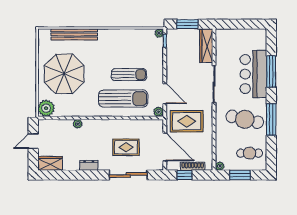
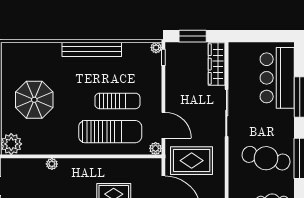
bench: (74, 34) -> (92, 49), moved
parasol: (64, 74) -> (34, 100), width x0.73, depth x0.73
bar counter: (253, 74) -> (277, 78), moved

